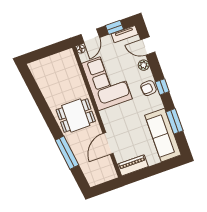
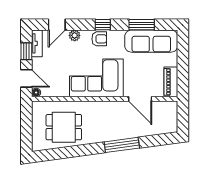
corner sofa: (107, 81) -> (96, 78), moved
armchair: (148, 88) -> (99, 39), turned -86
dining table: (76, 116) -> (64, 127), moved, turned 90
window: (67, 153) -> (122, 145), moved

